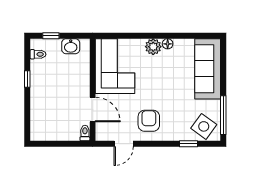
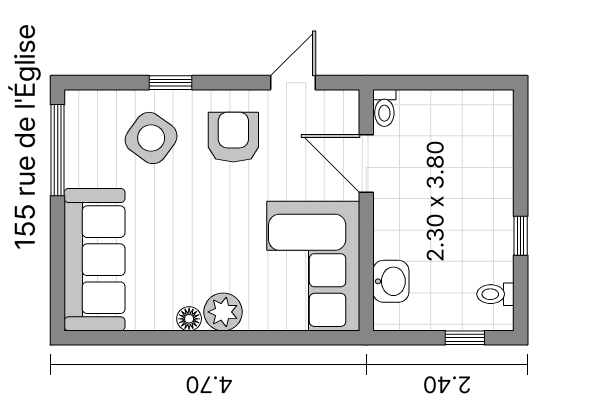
washbasin: (71, 46) -> (391, 281), moved, turned 90
armchair: (149, 121) -> (233, 137), turned 180
side table: (204, 126) -> (151, 138), moved
window: (189, 144) -> (171, 83), moved

